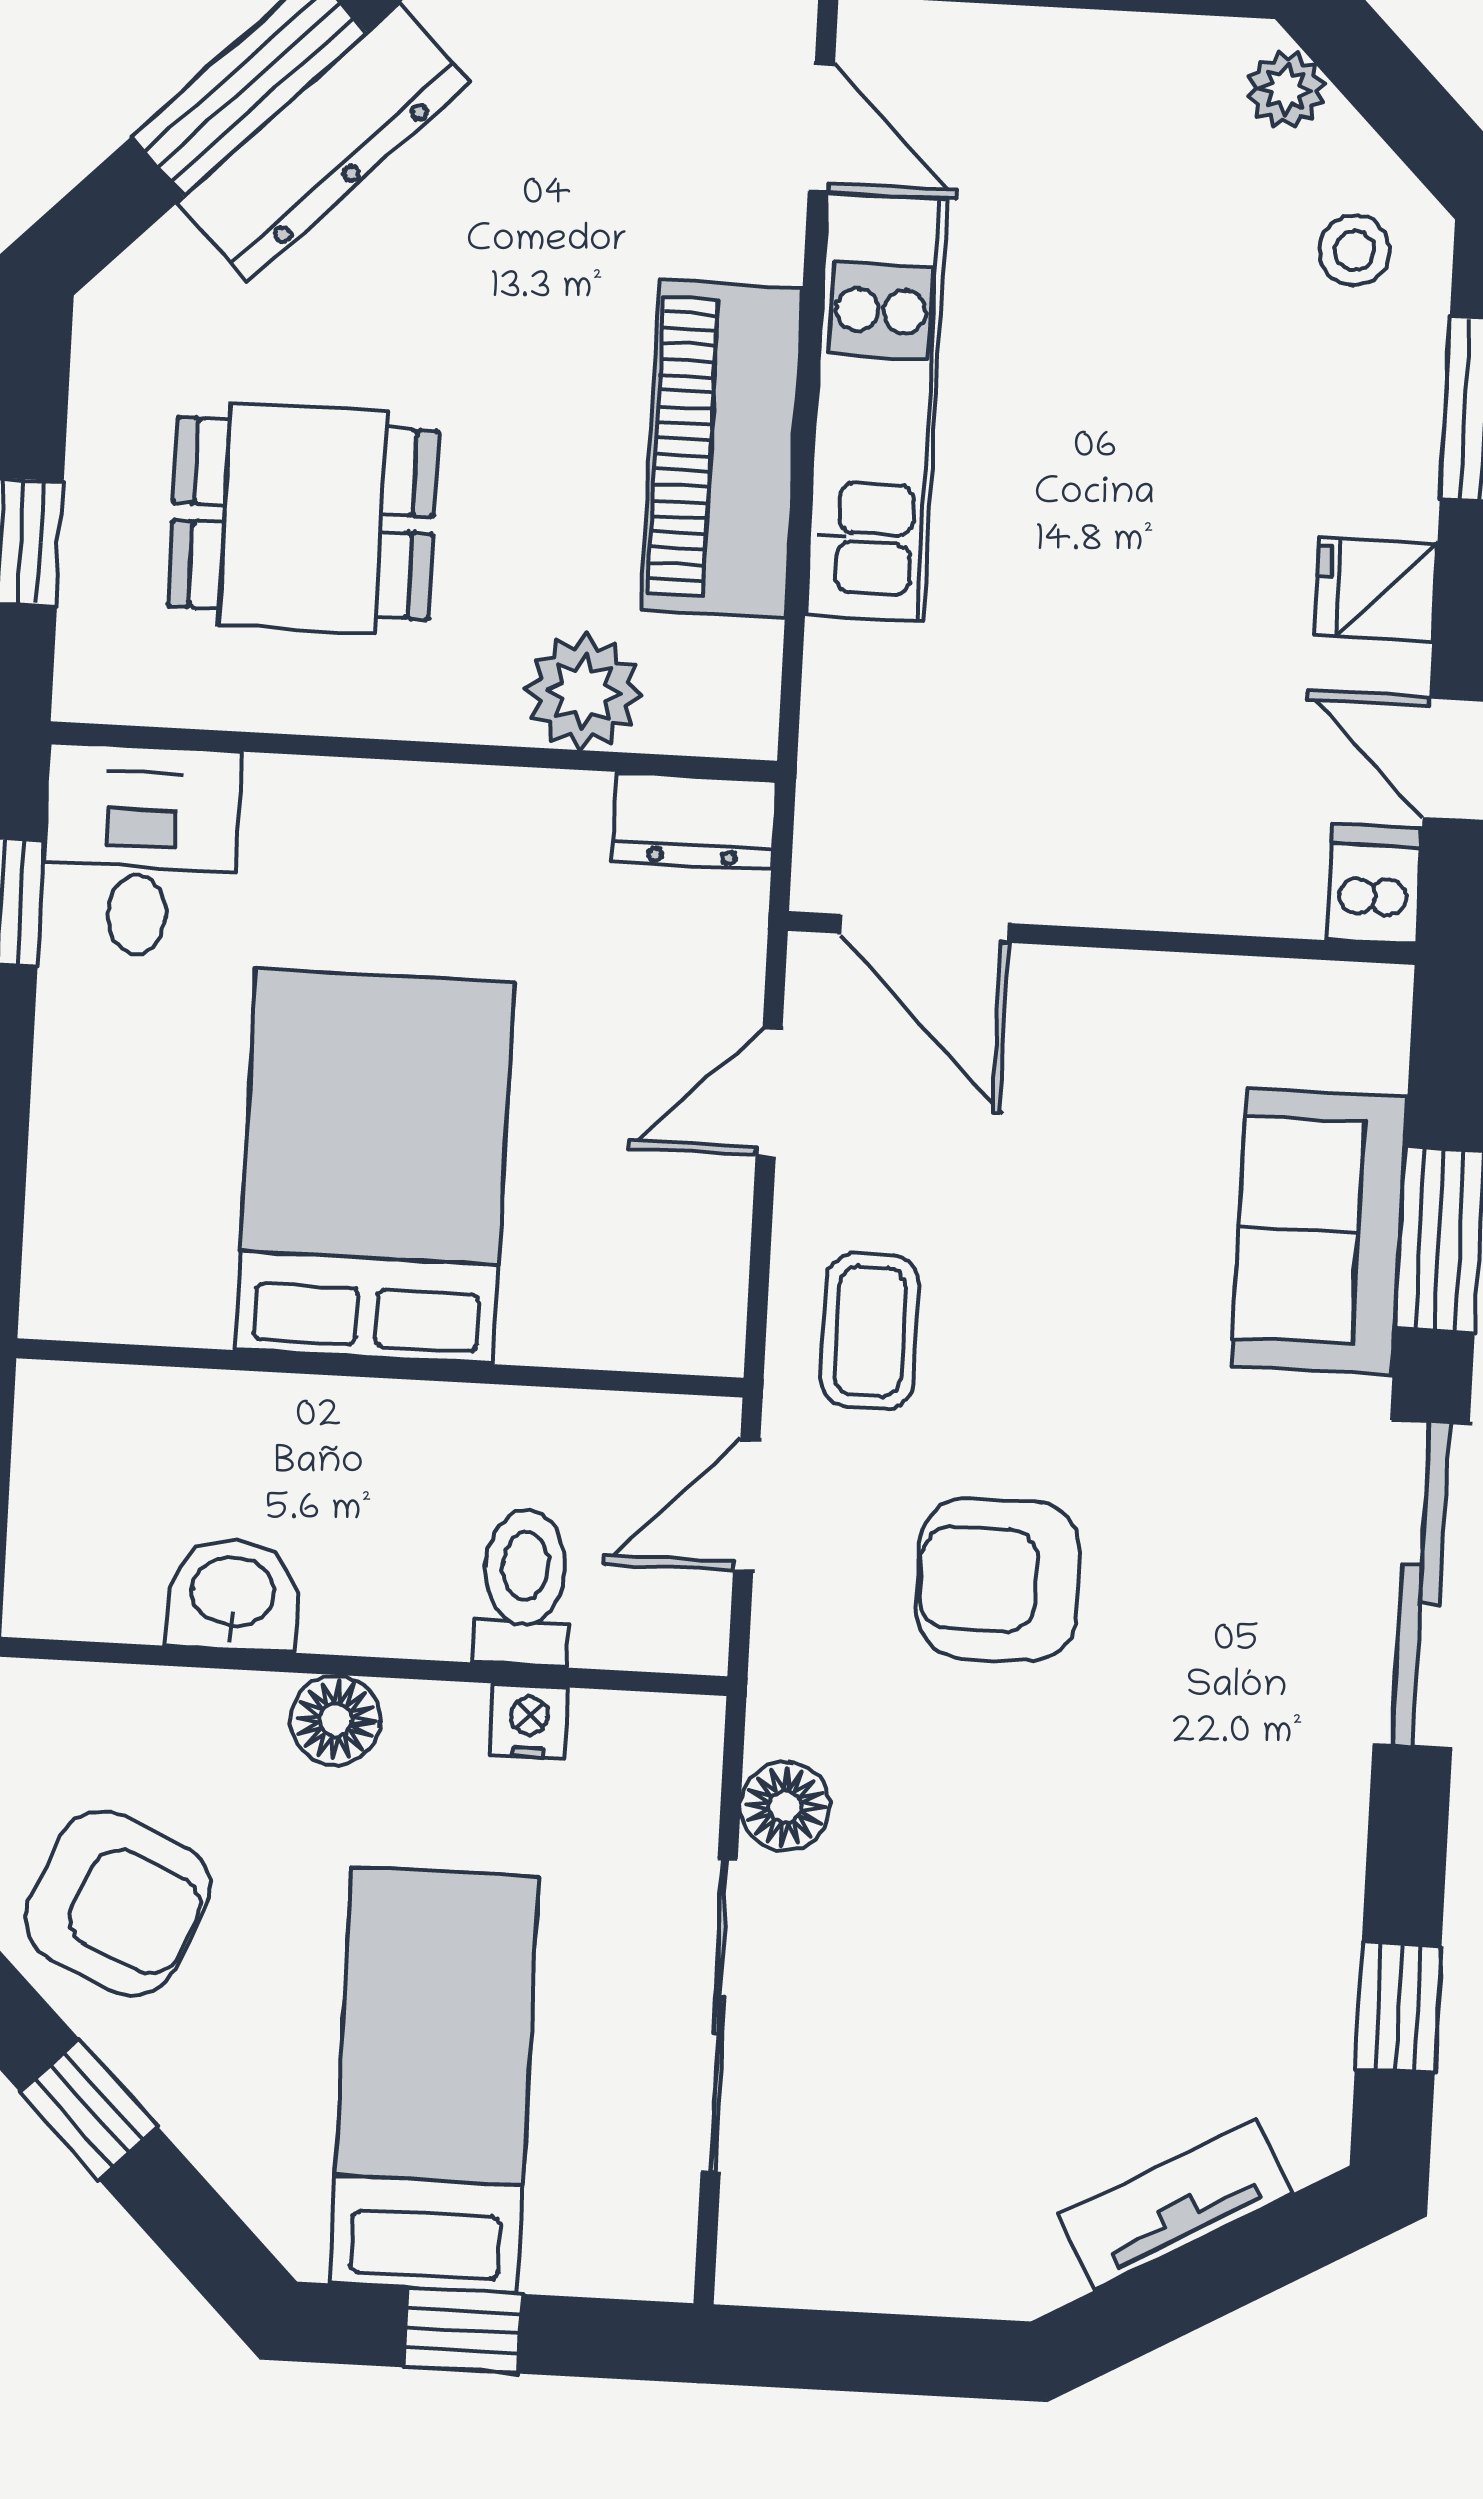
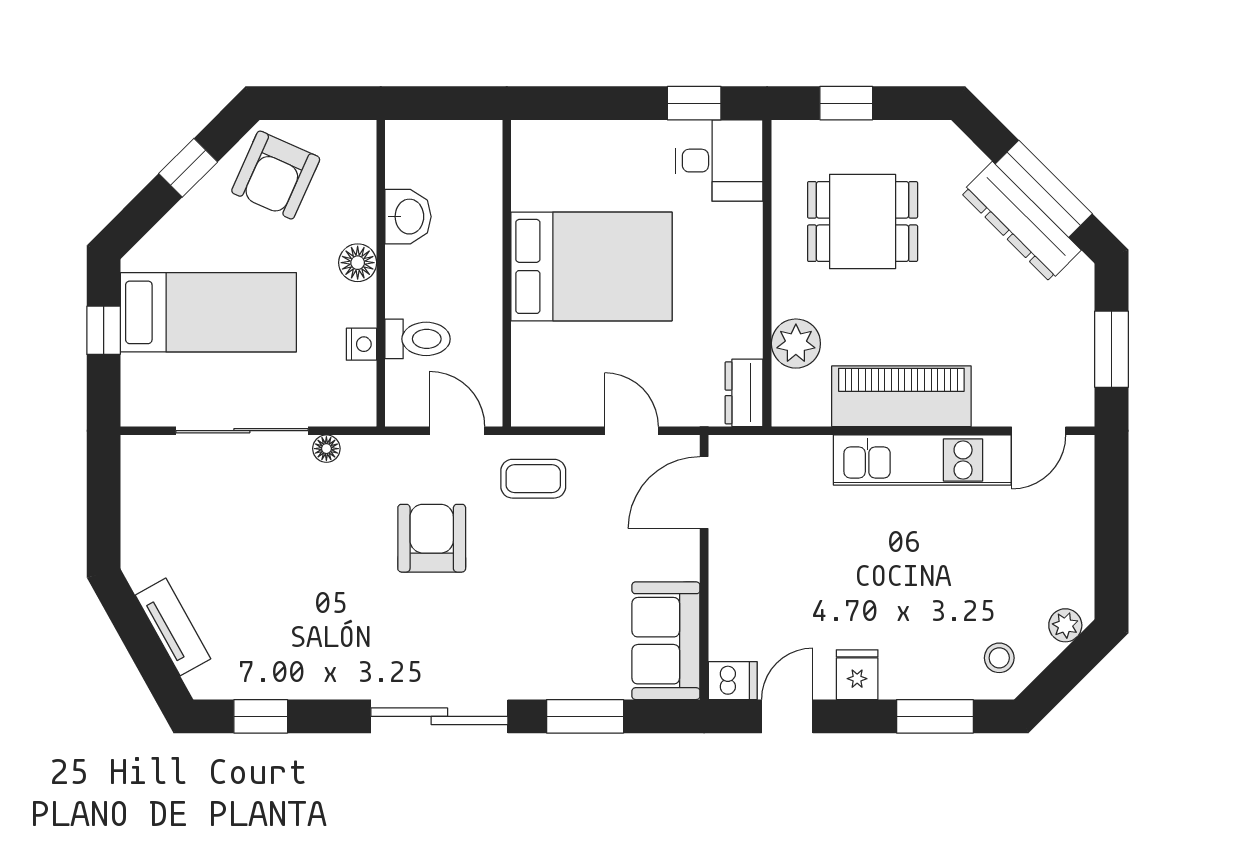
dining table: (303, 518) -> (863, 222), turned 90
sofa: (1320, 1231) -> (666, 641), moved, turned -90
floor lamp: (785, 1806) -> (326, 449), width x0.73, depth x0.73

